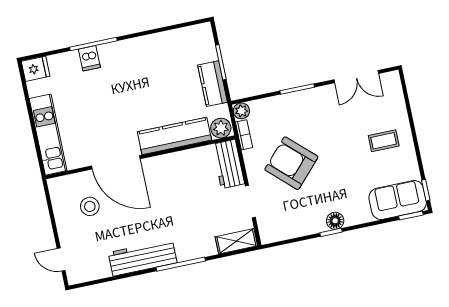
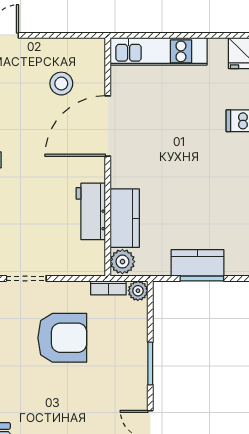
kitchen counter: (213, 84) -> (197, 263), moved
kitchen counter: (174, 136) -> (125, 218), width x0.67
armchair: (291, 163) -> (62, 338), turned 47
workbench: (228, 164) -> (91, 211), moved, turned -90

